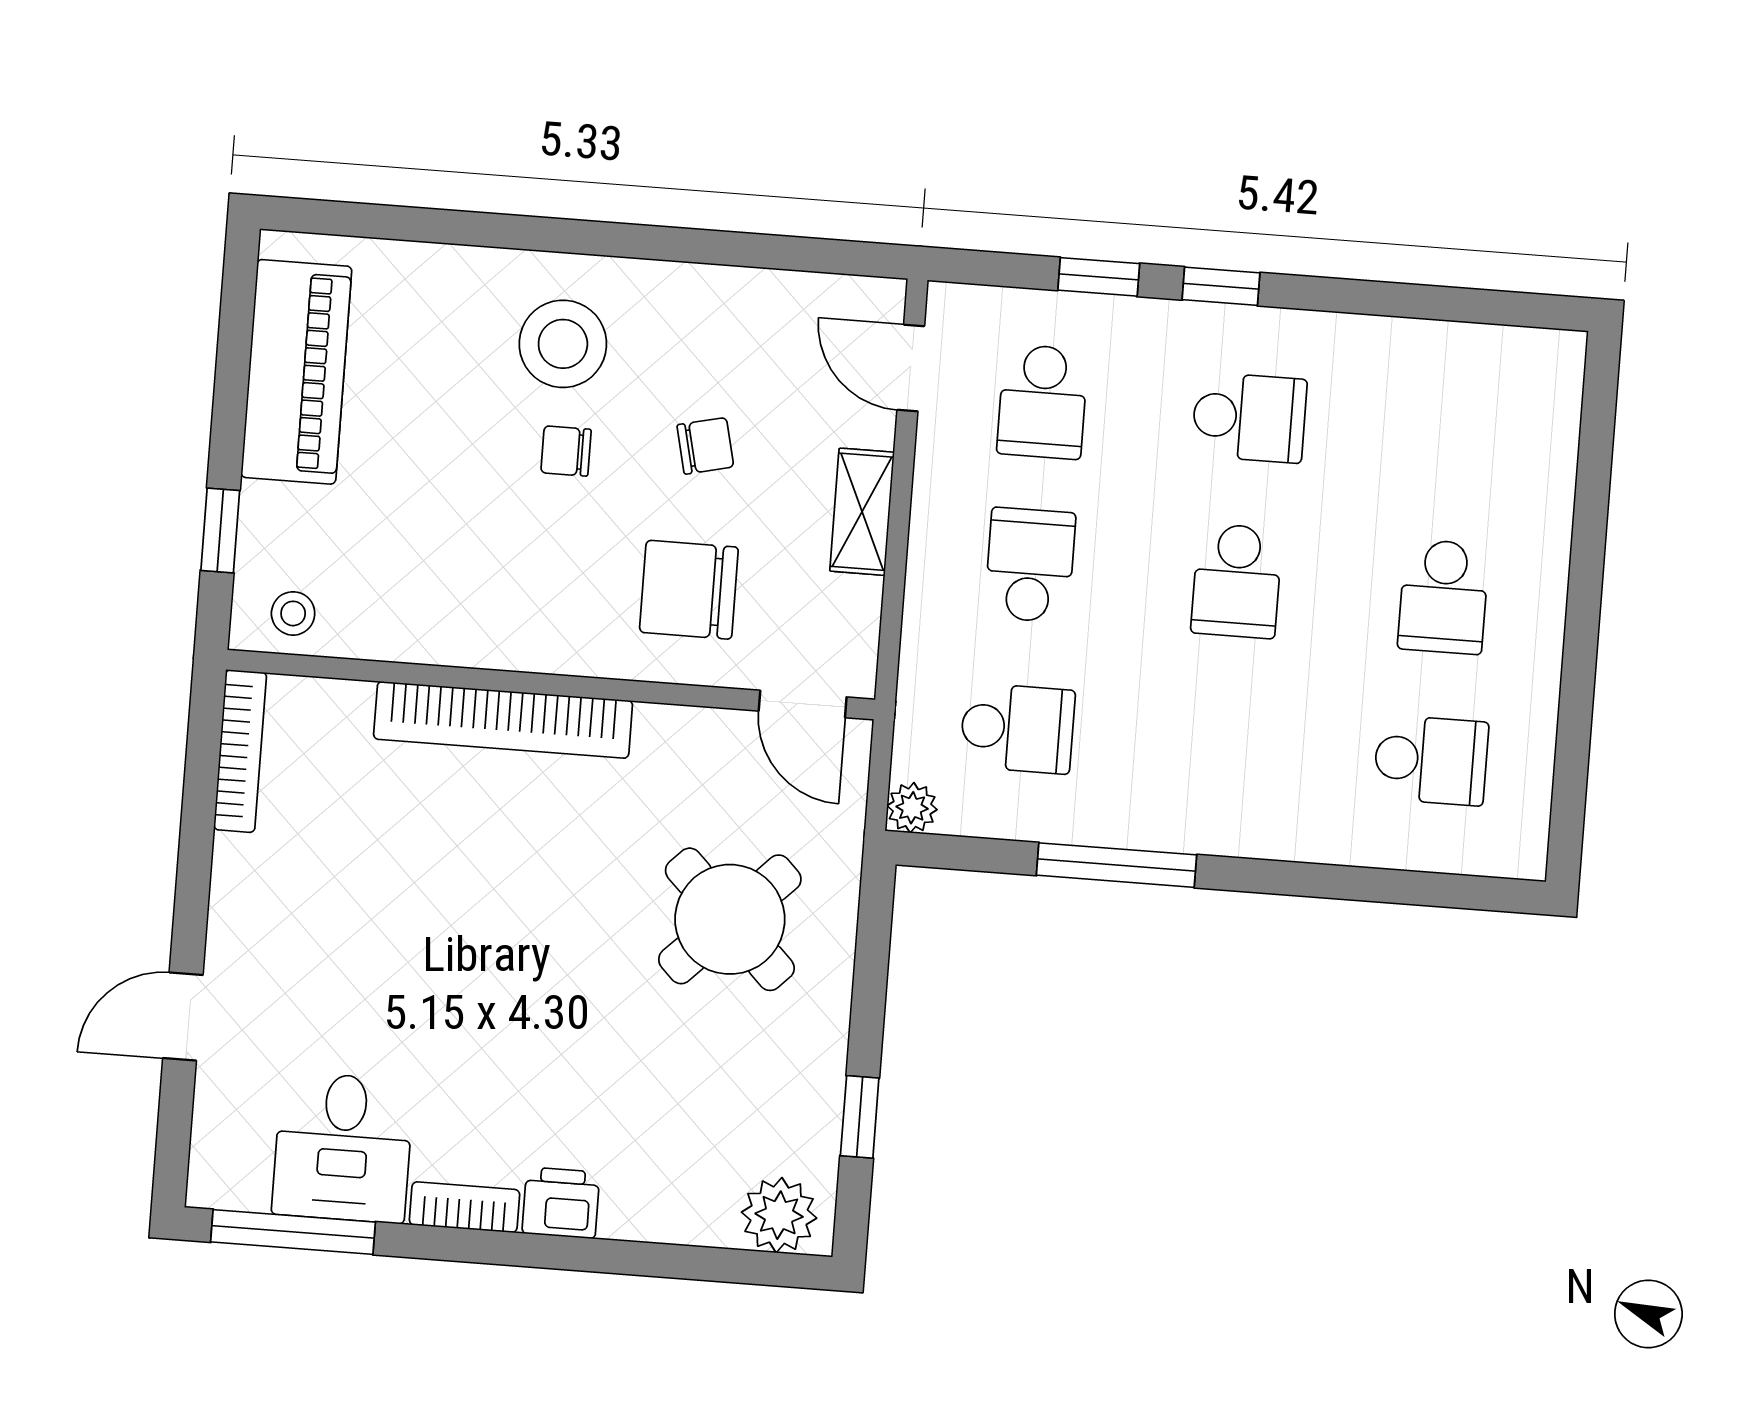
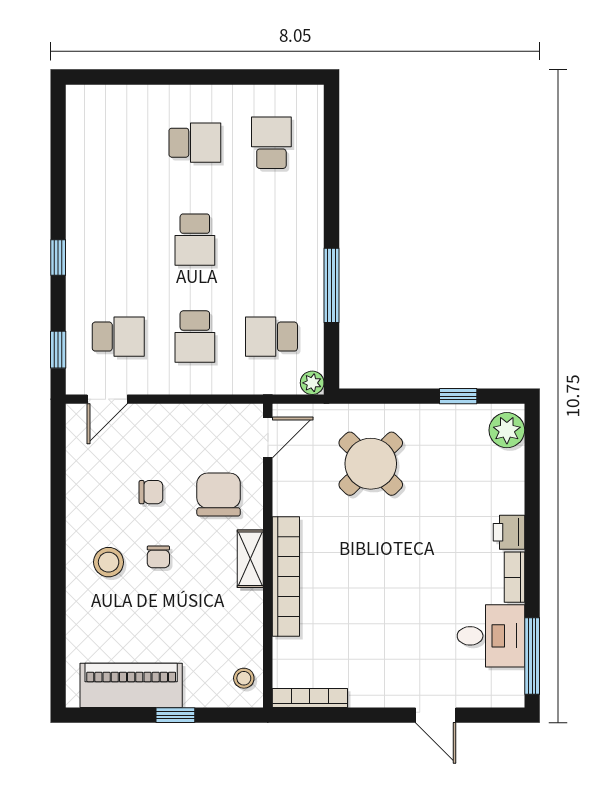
window: (1099, 277) -> (58, 350), moved
stool: (563, 344) -> (109, 562), width x0.73, depth x0.73
school desk: (1249, 418) -> (118, 240), removed
chair: (705, 446) -> (151, 492), turned 103
shelving: (862, 512) -> (250, 559), moved, turned 90
window: (220, 530) -> (175, 715), moved
school desk: (1030, 565) -> (195, 337), turned -90
school desk: (1237, 581) -> (195, 240), turned 90
chair: (689, 590) -> (219, 495), turned 180
school desk: (1017, 728) -> (271, 337), turned -90

